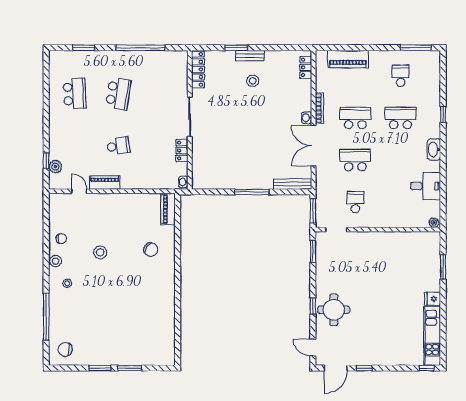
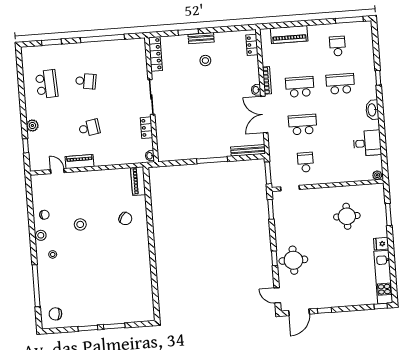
school desk: (118, 94) -> (86, 81), width x0.54
plant: (55, 167) -> (32, 125), moved
round table: (397, 266) -> (347, 216), added

